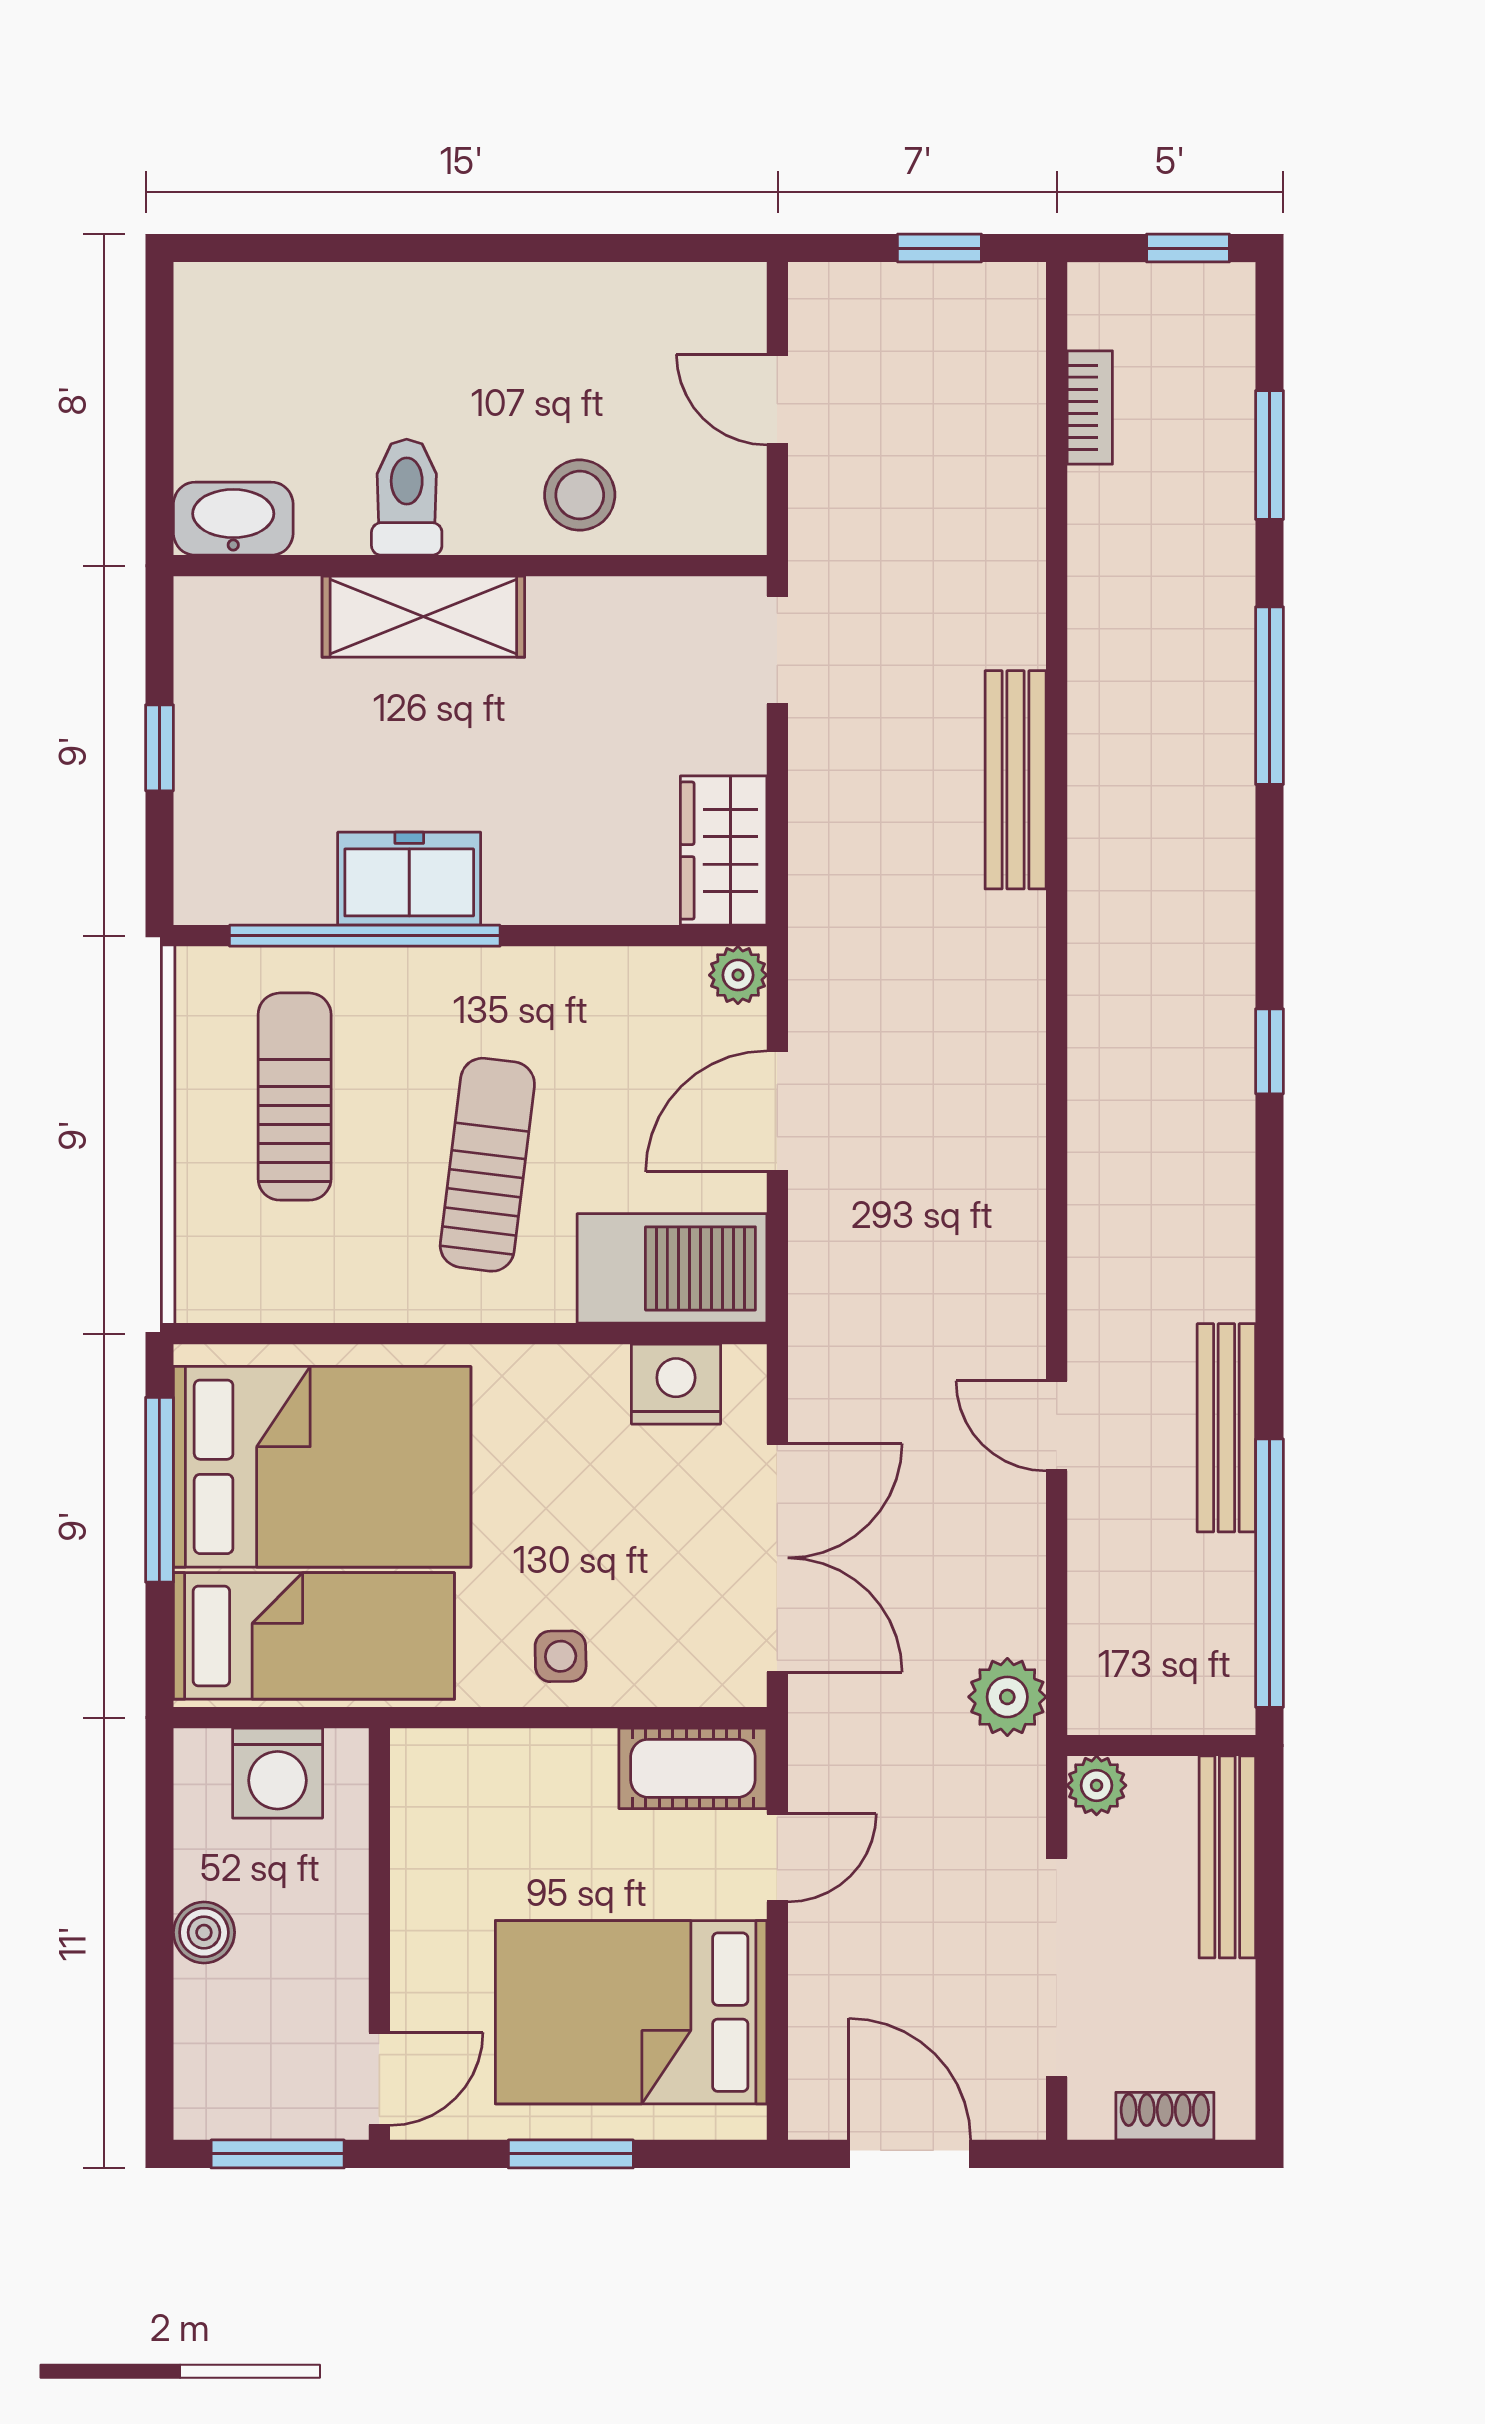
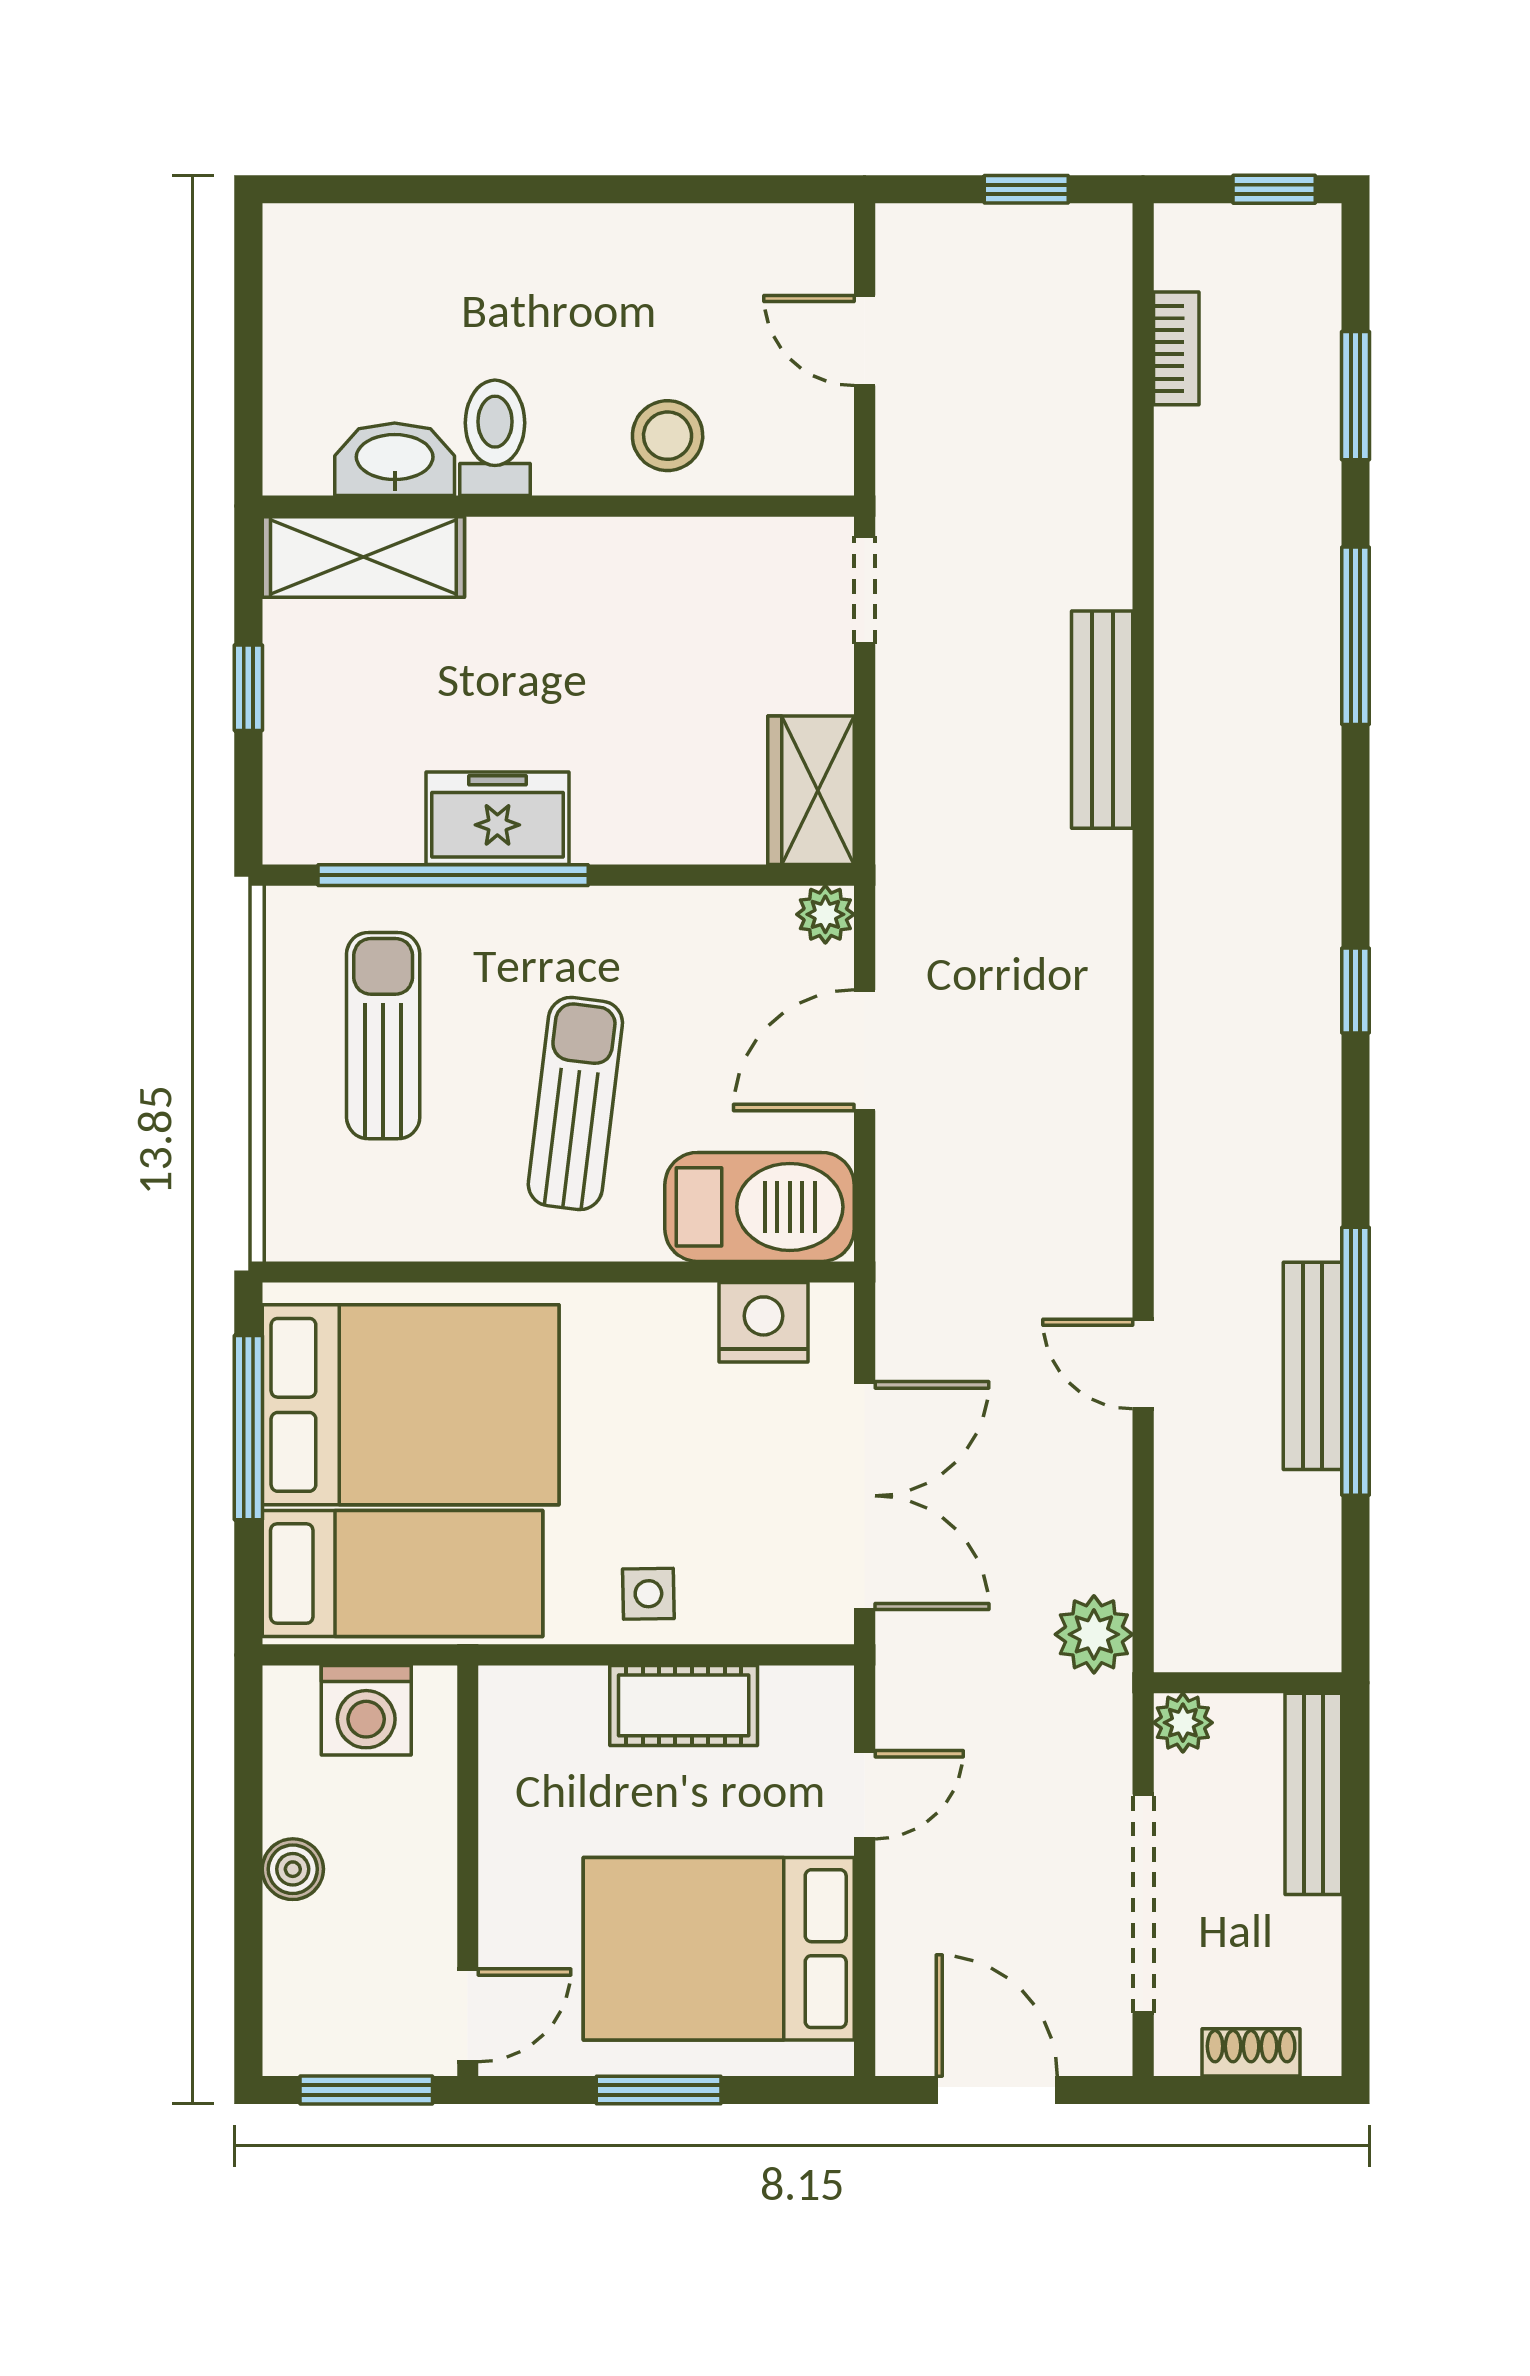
washbasin: (233, 519) -> (395, 459), moved
shelving: (423, 617) -> (363, 557), moved
window: (1270, 1573) -> (1355, 1361), moved
cot: (693, 1768) -> (684, 1705), moved

